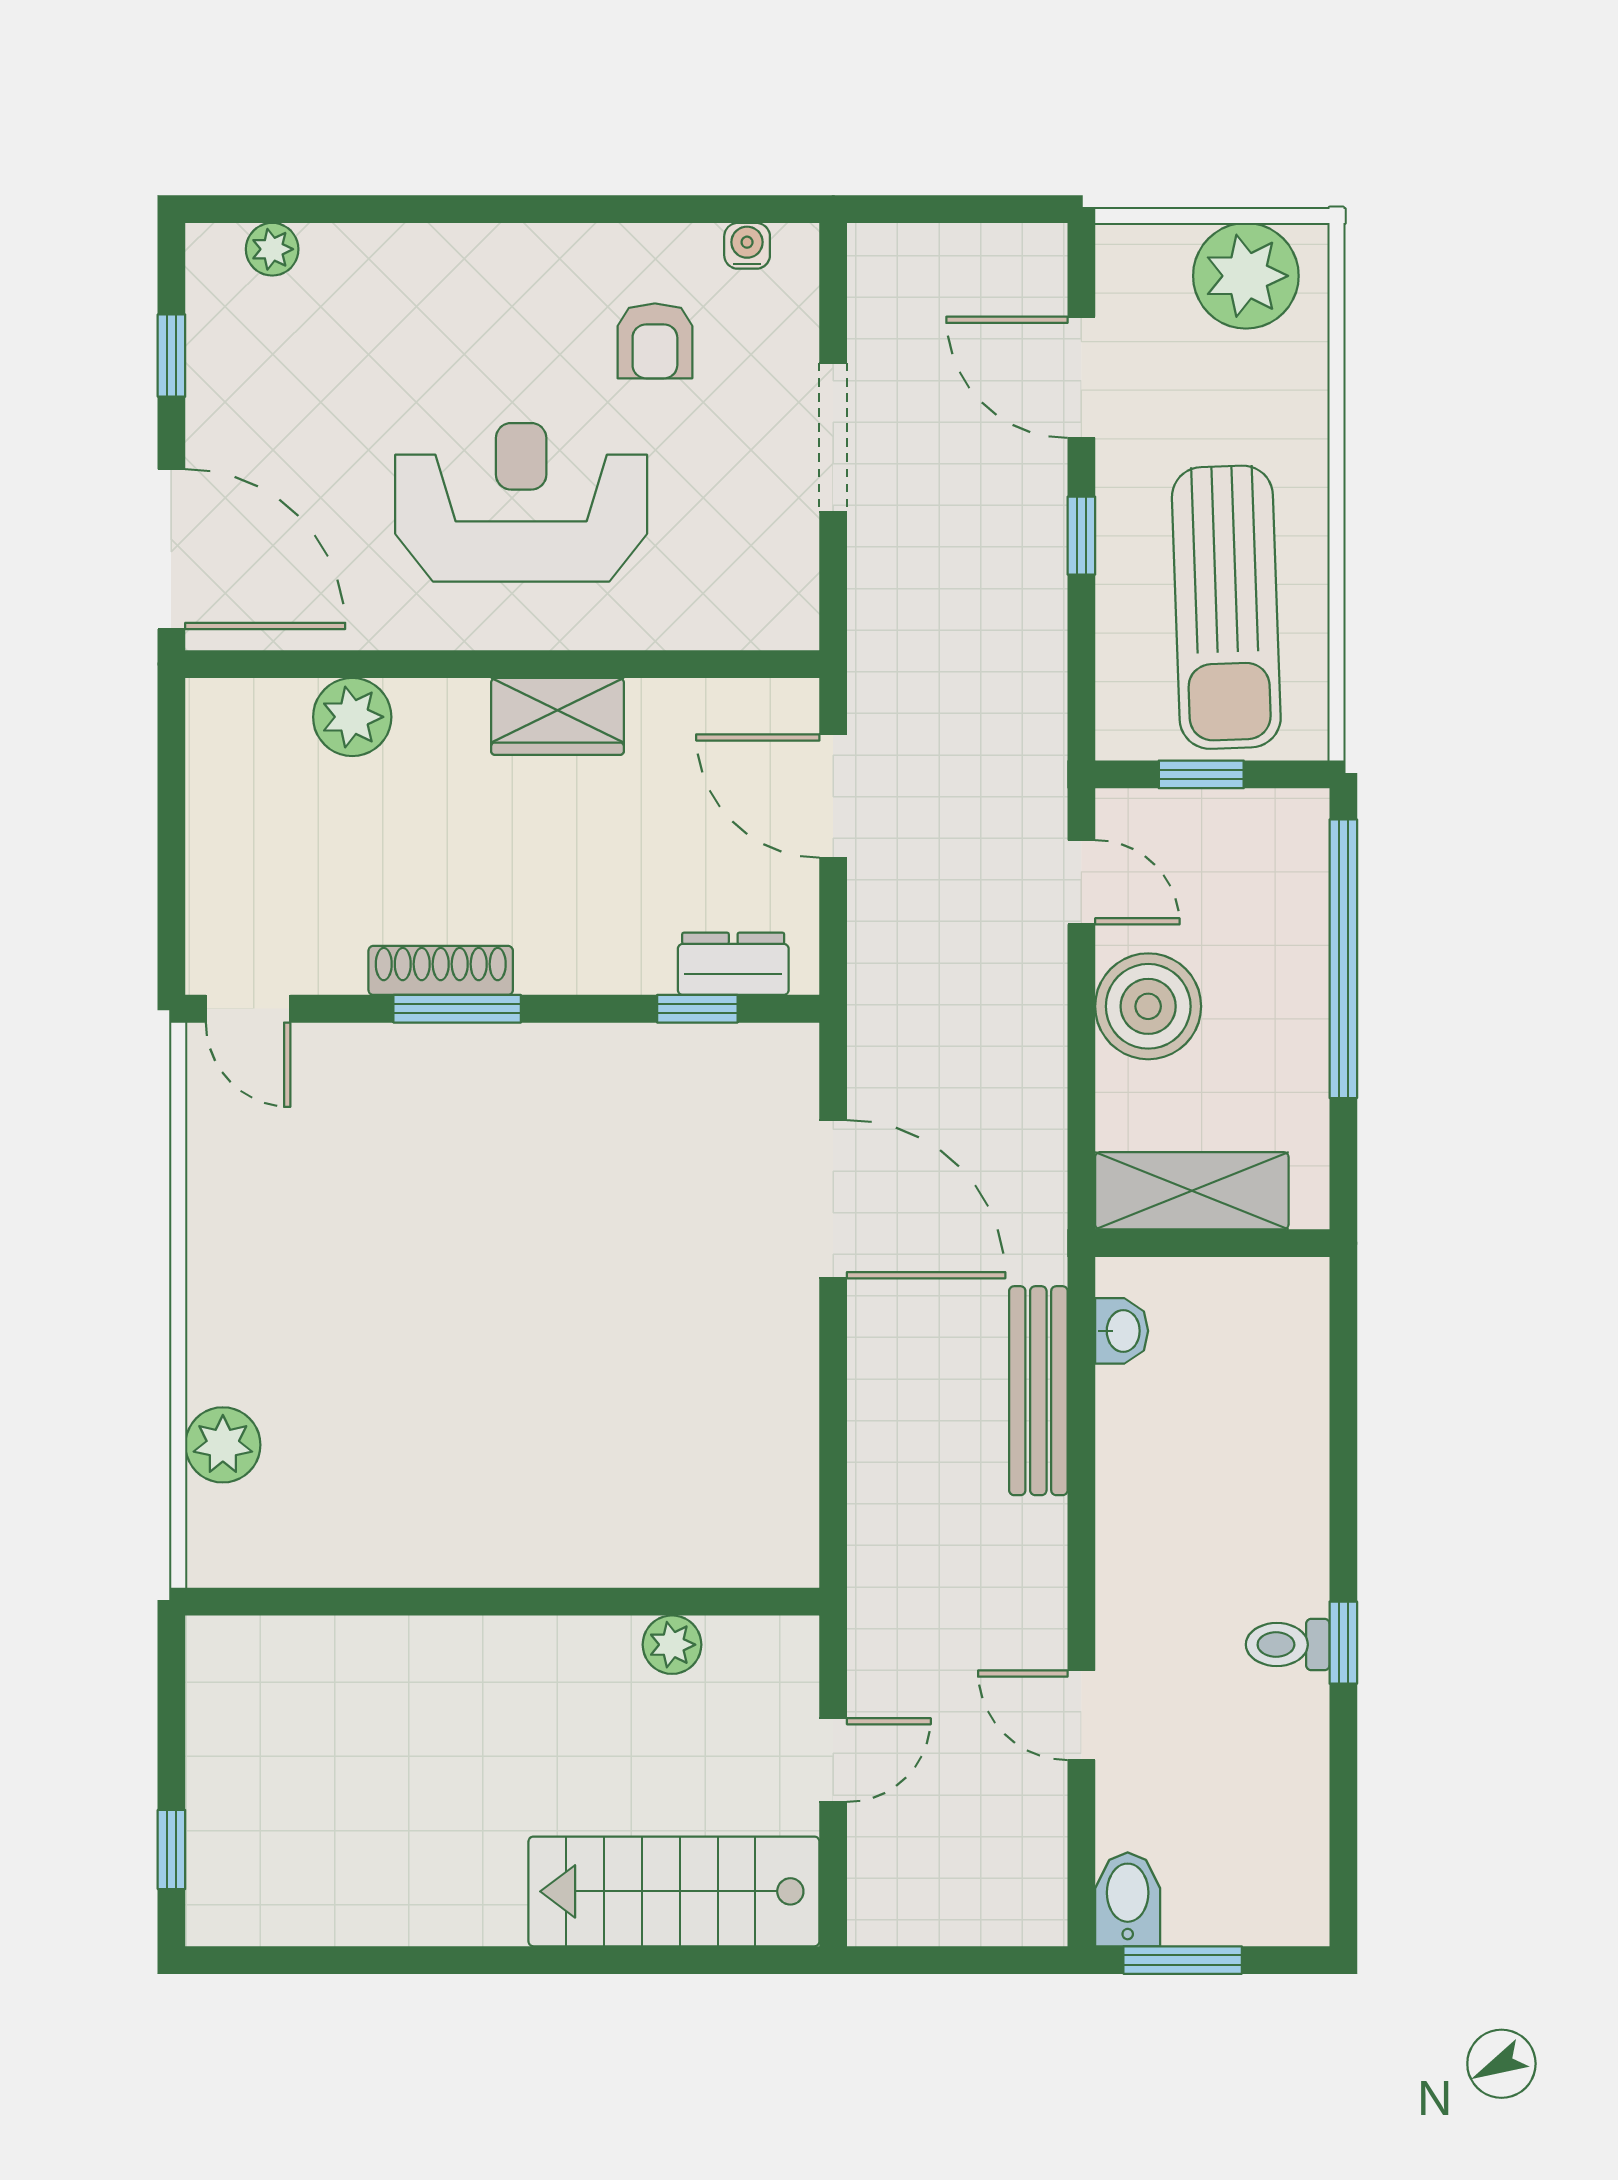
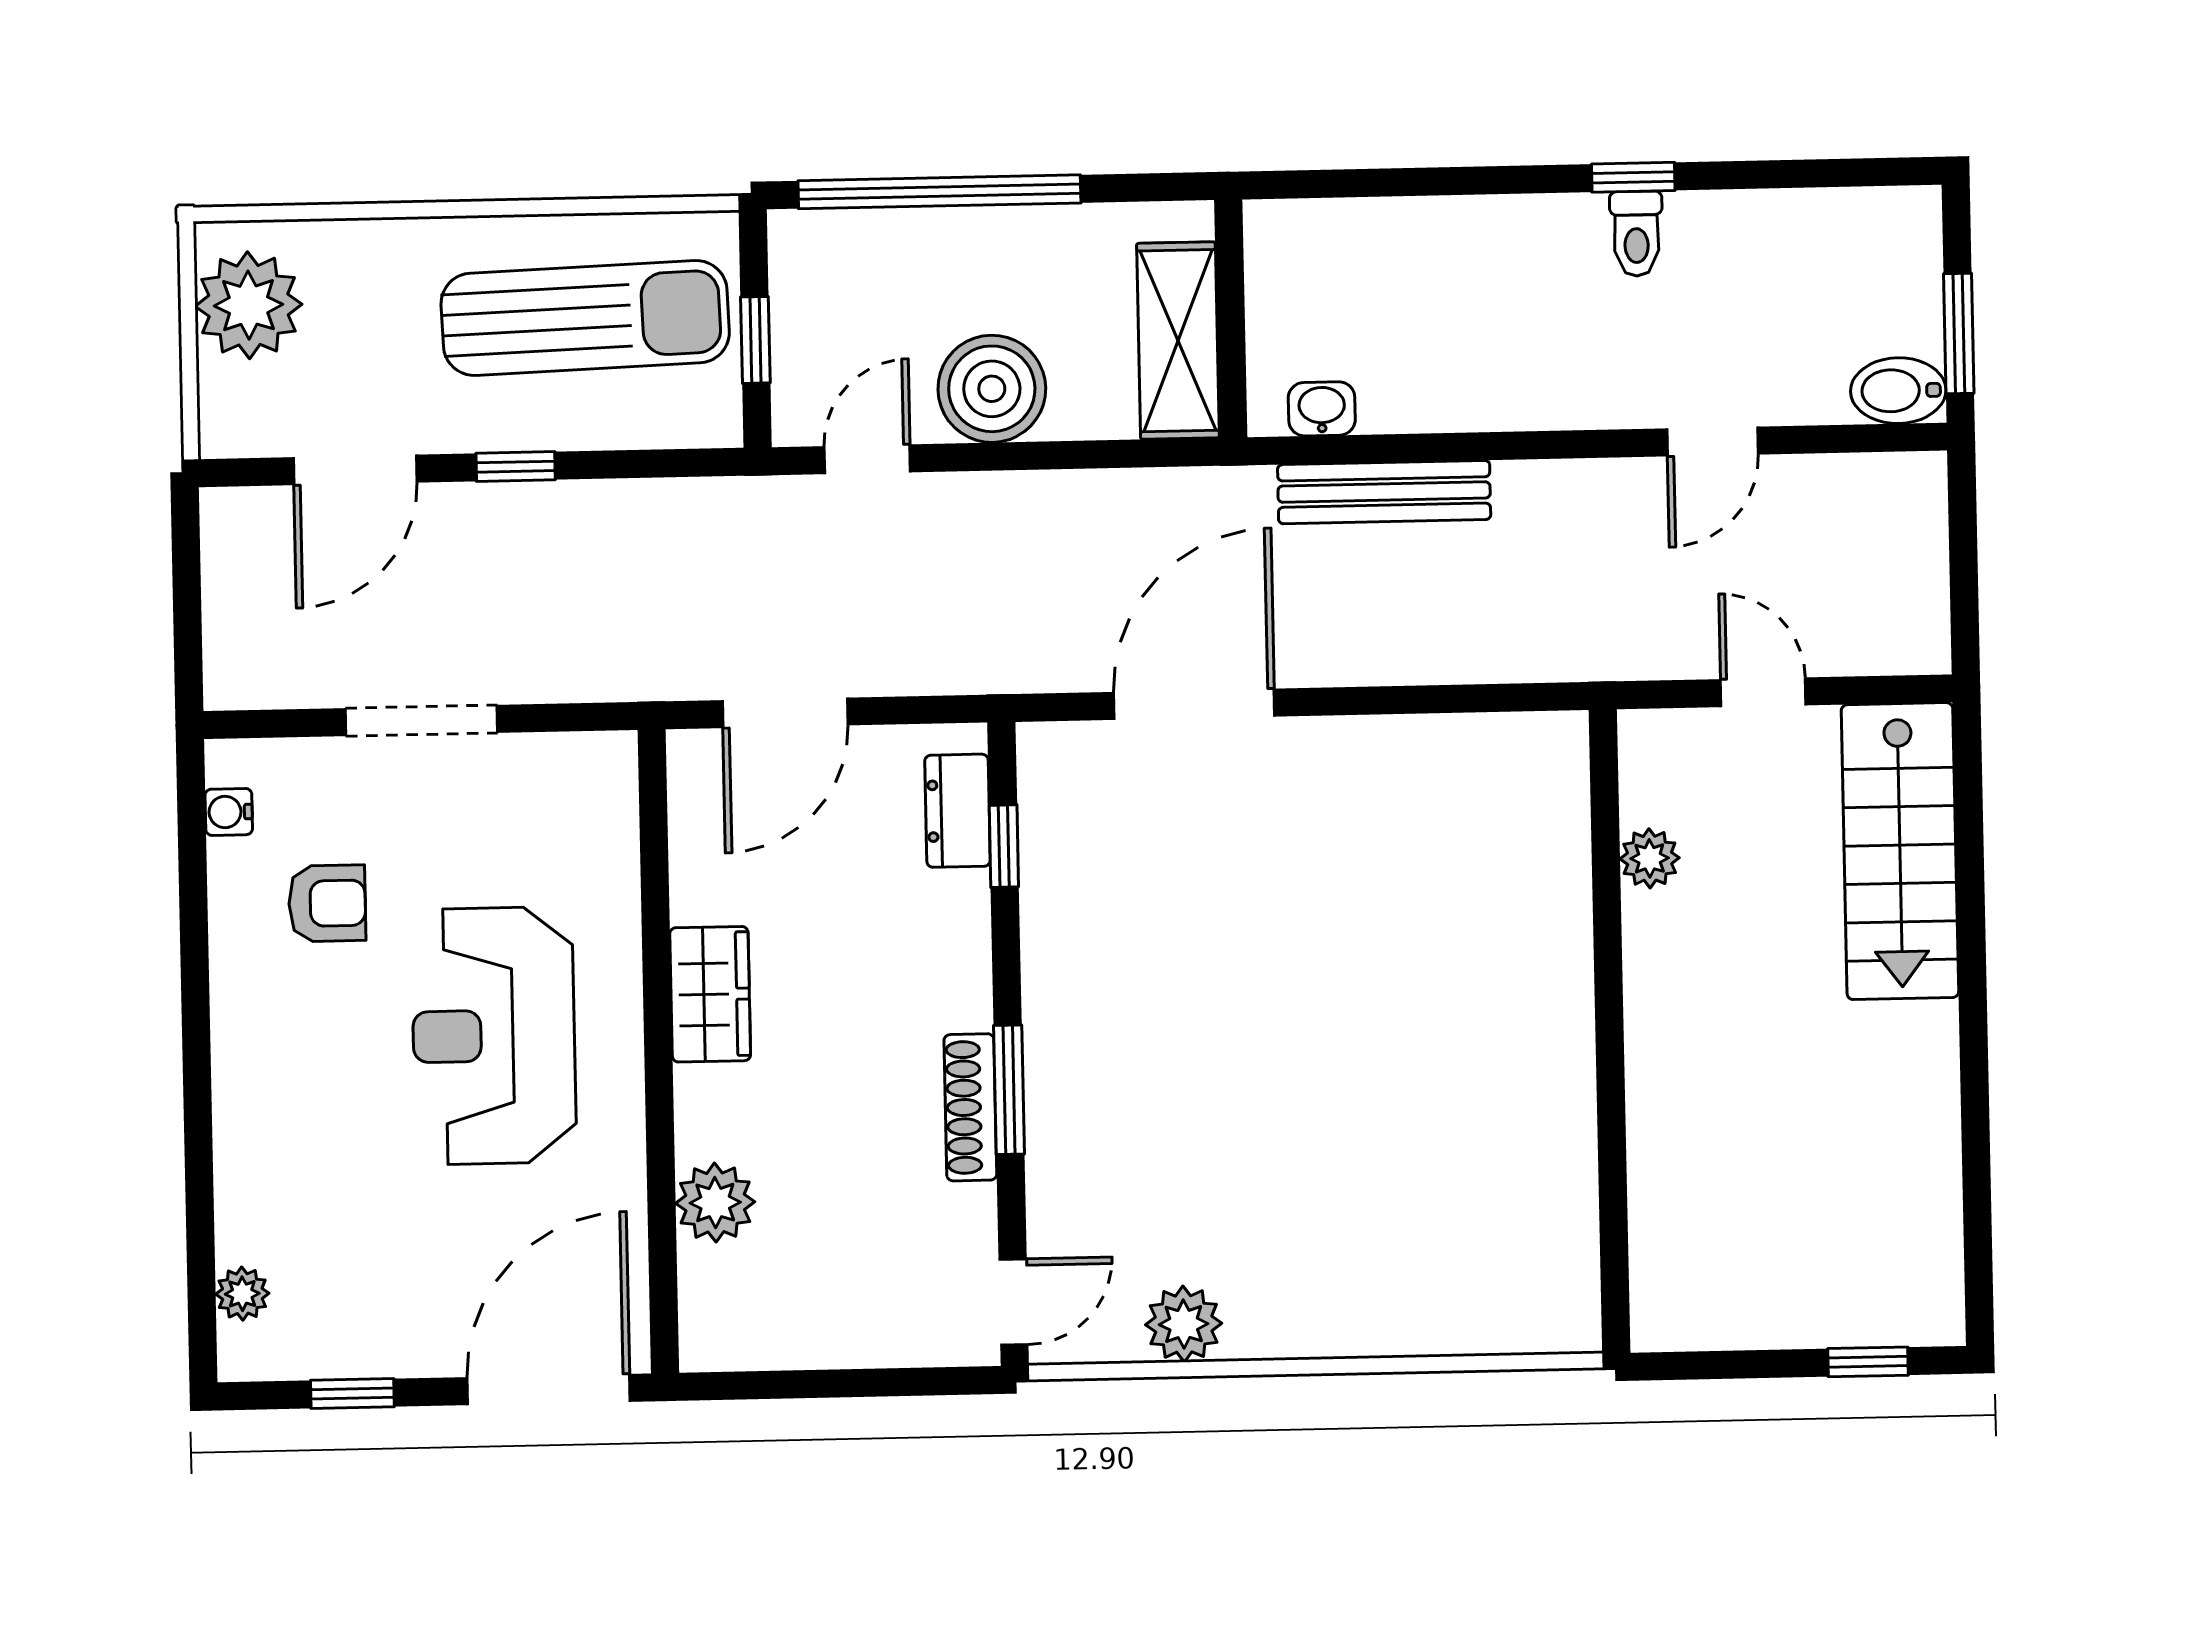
plant: (223, 1445) -> (1184, 1324), moved

